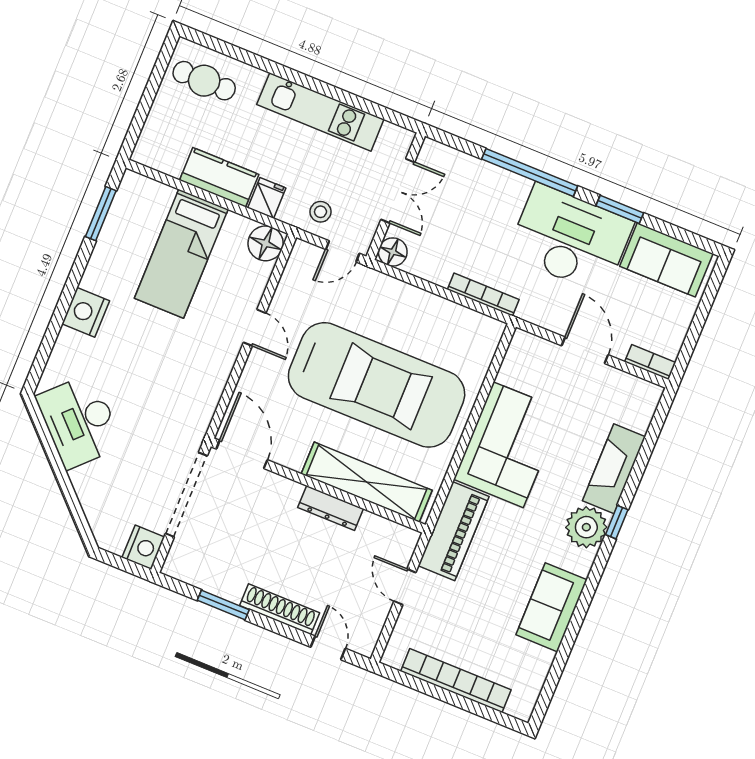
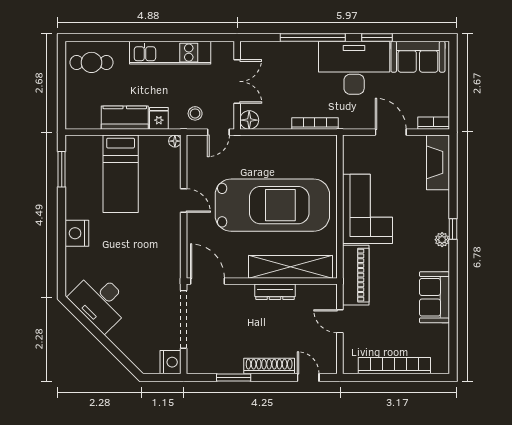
floor lamp: (266, 243) -> (175, 141), width x0.53, depth x0.53
fireplace: (614, 469) -> (438, 162), moved
plant: (586, 527) -> (442, 240), width x0.53, depth x0.53

